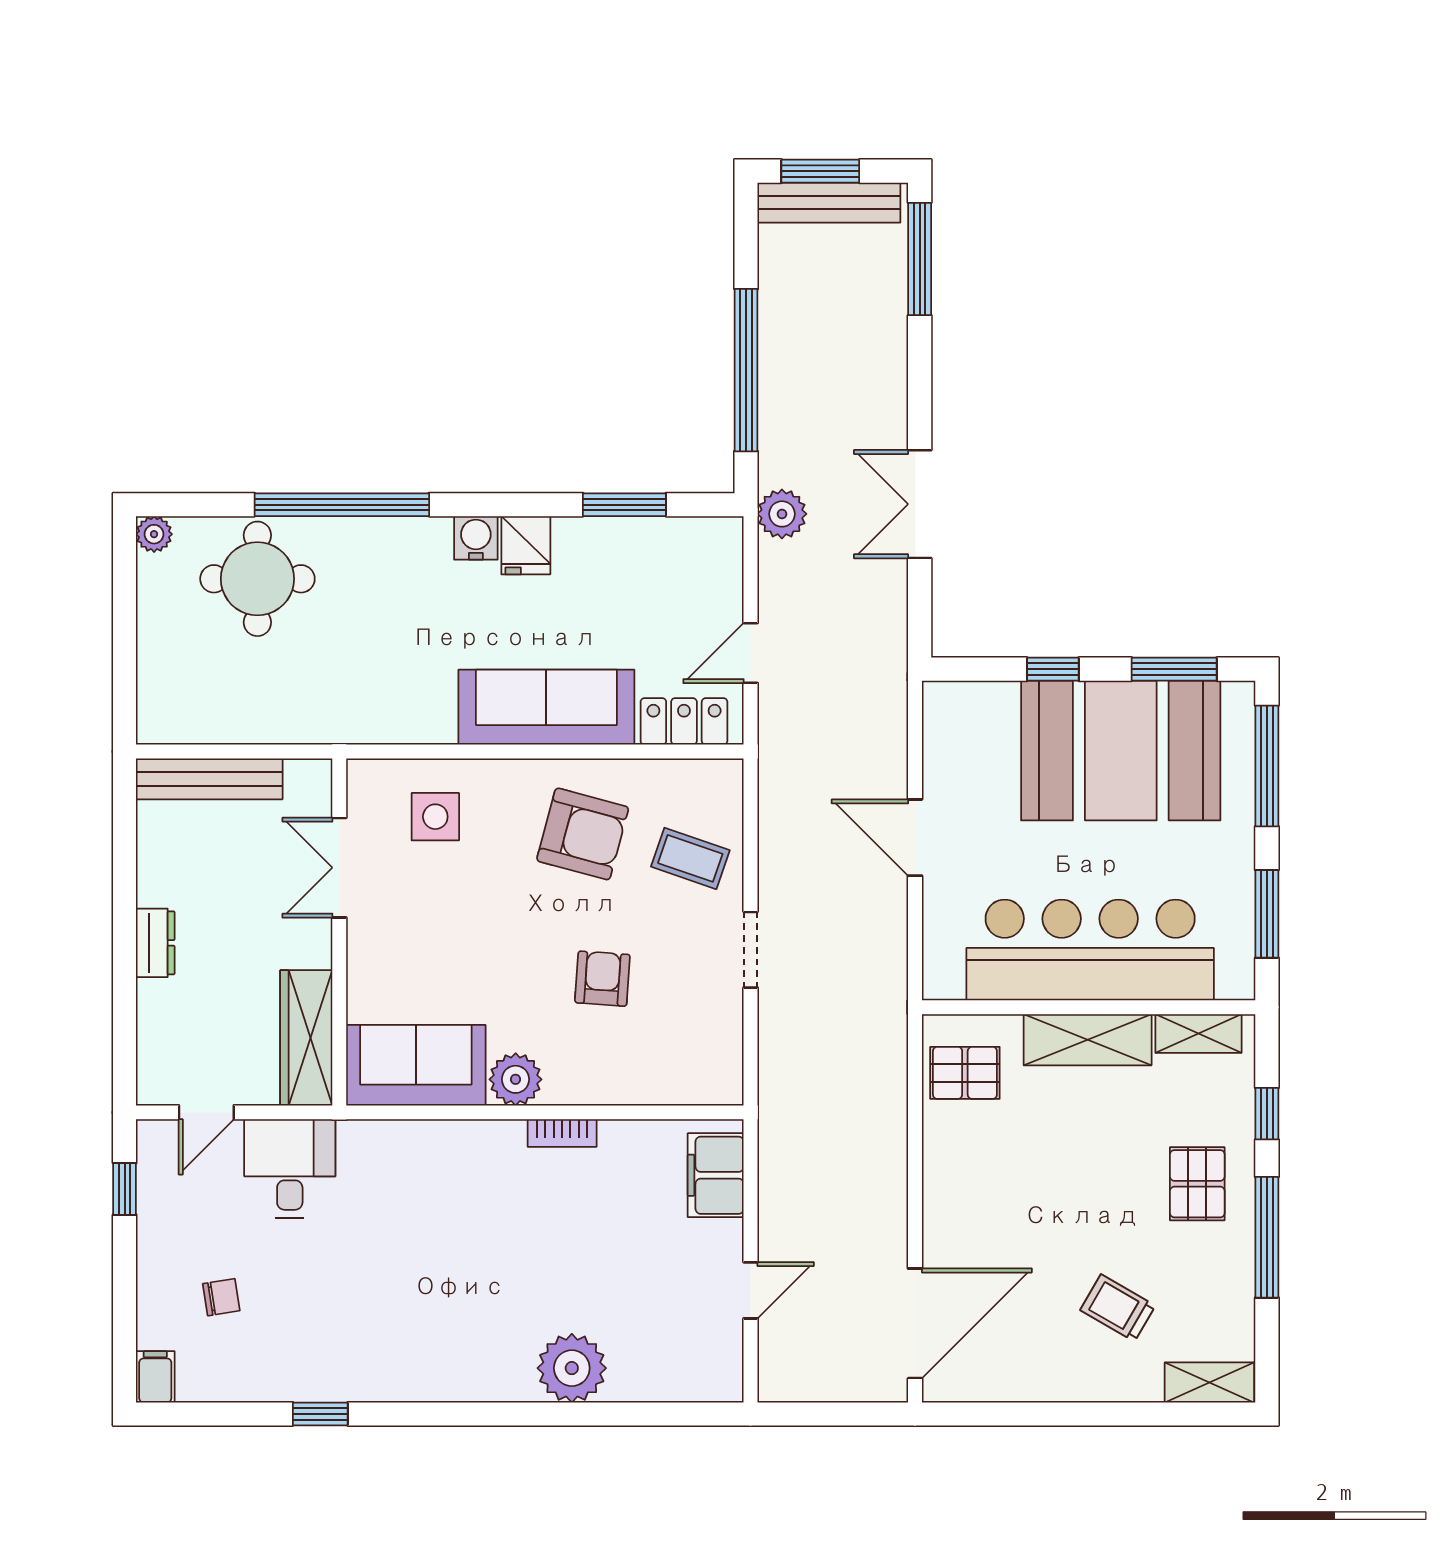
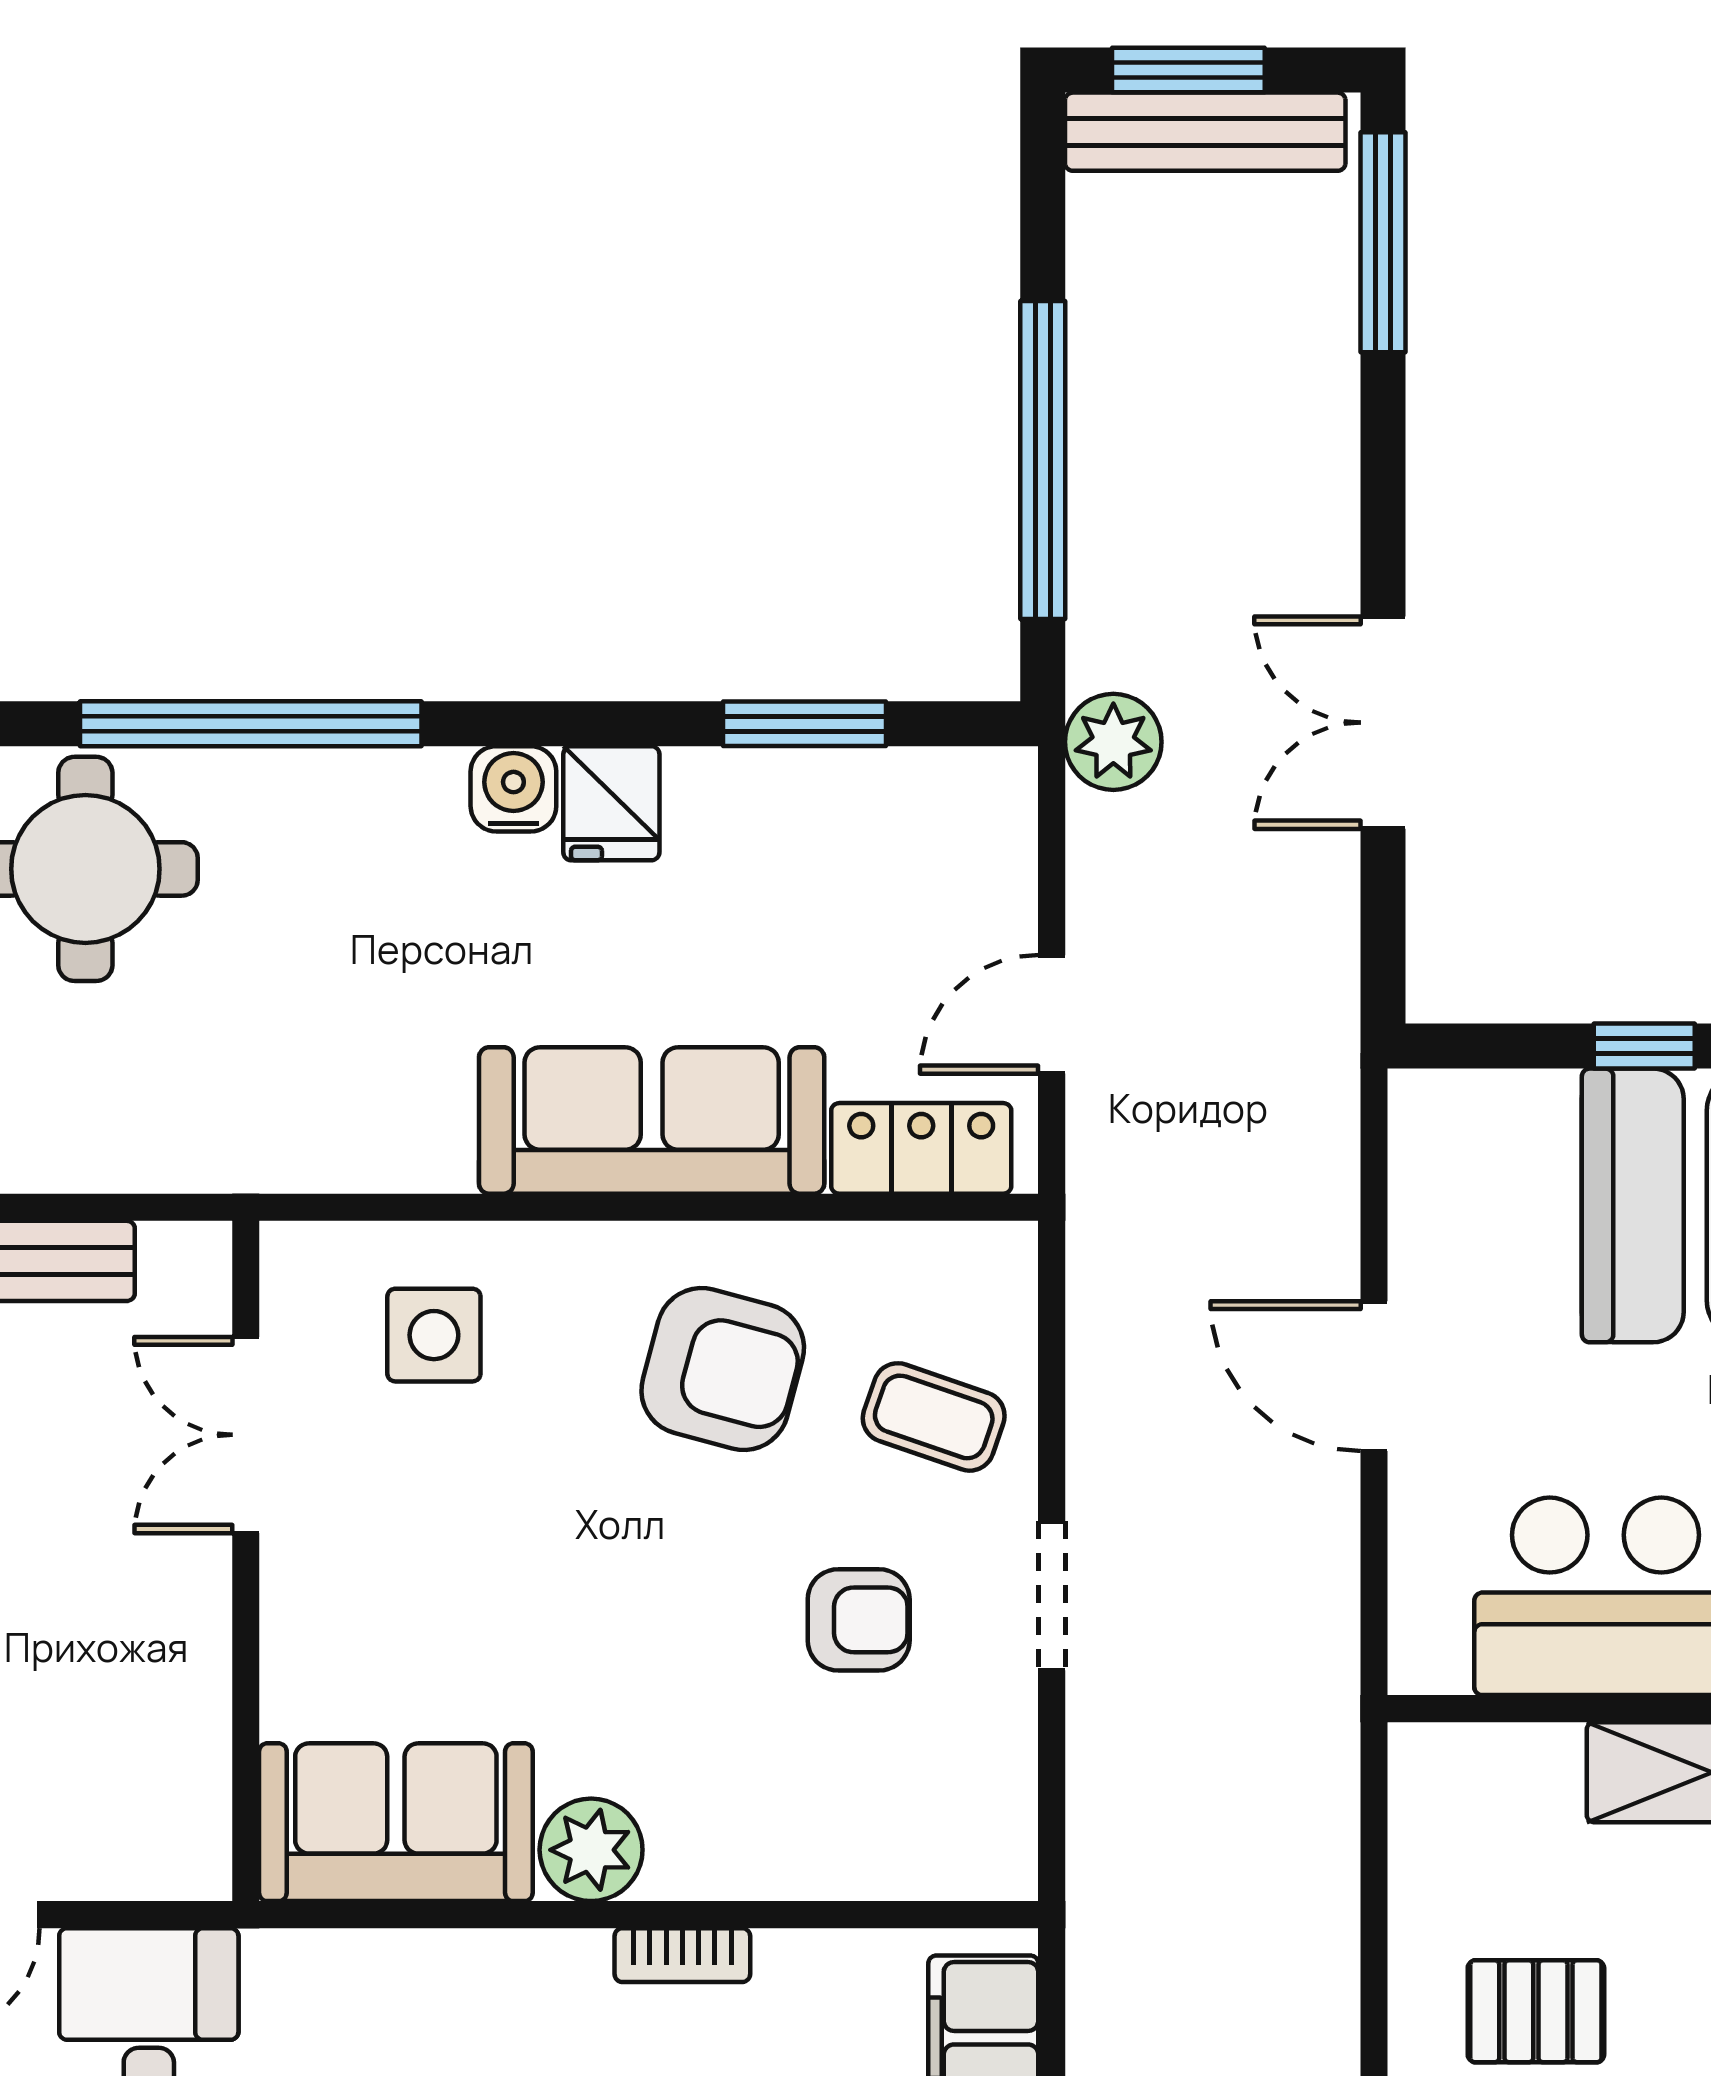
armchair: (602, 979) -> (859, 1620), moved, turned 86
wardrobe: (306, 1038) -> (181, 1769), removed
pallet: (965, 1073) -> (1536, 2011), moved

